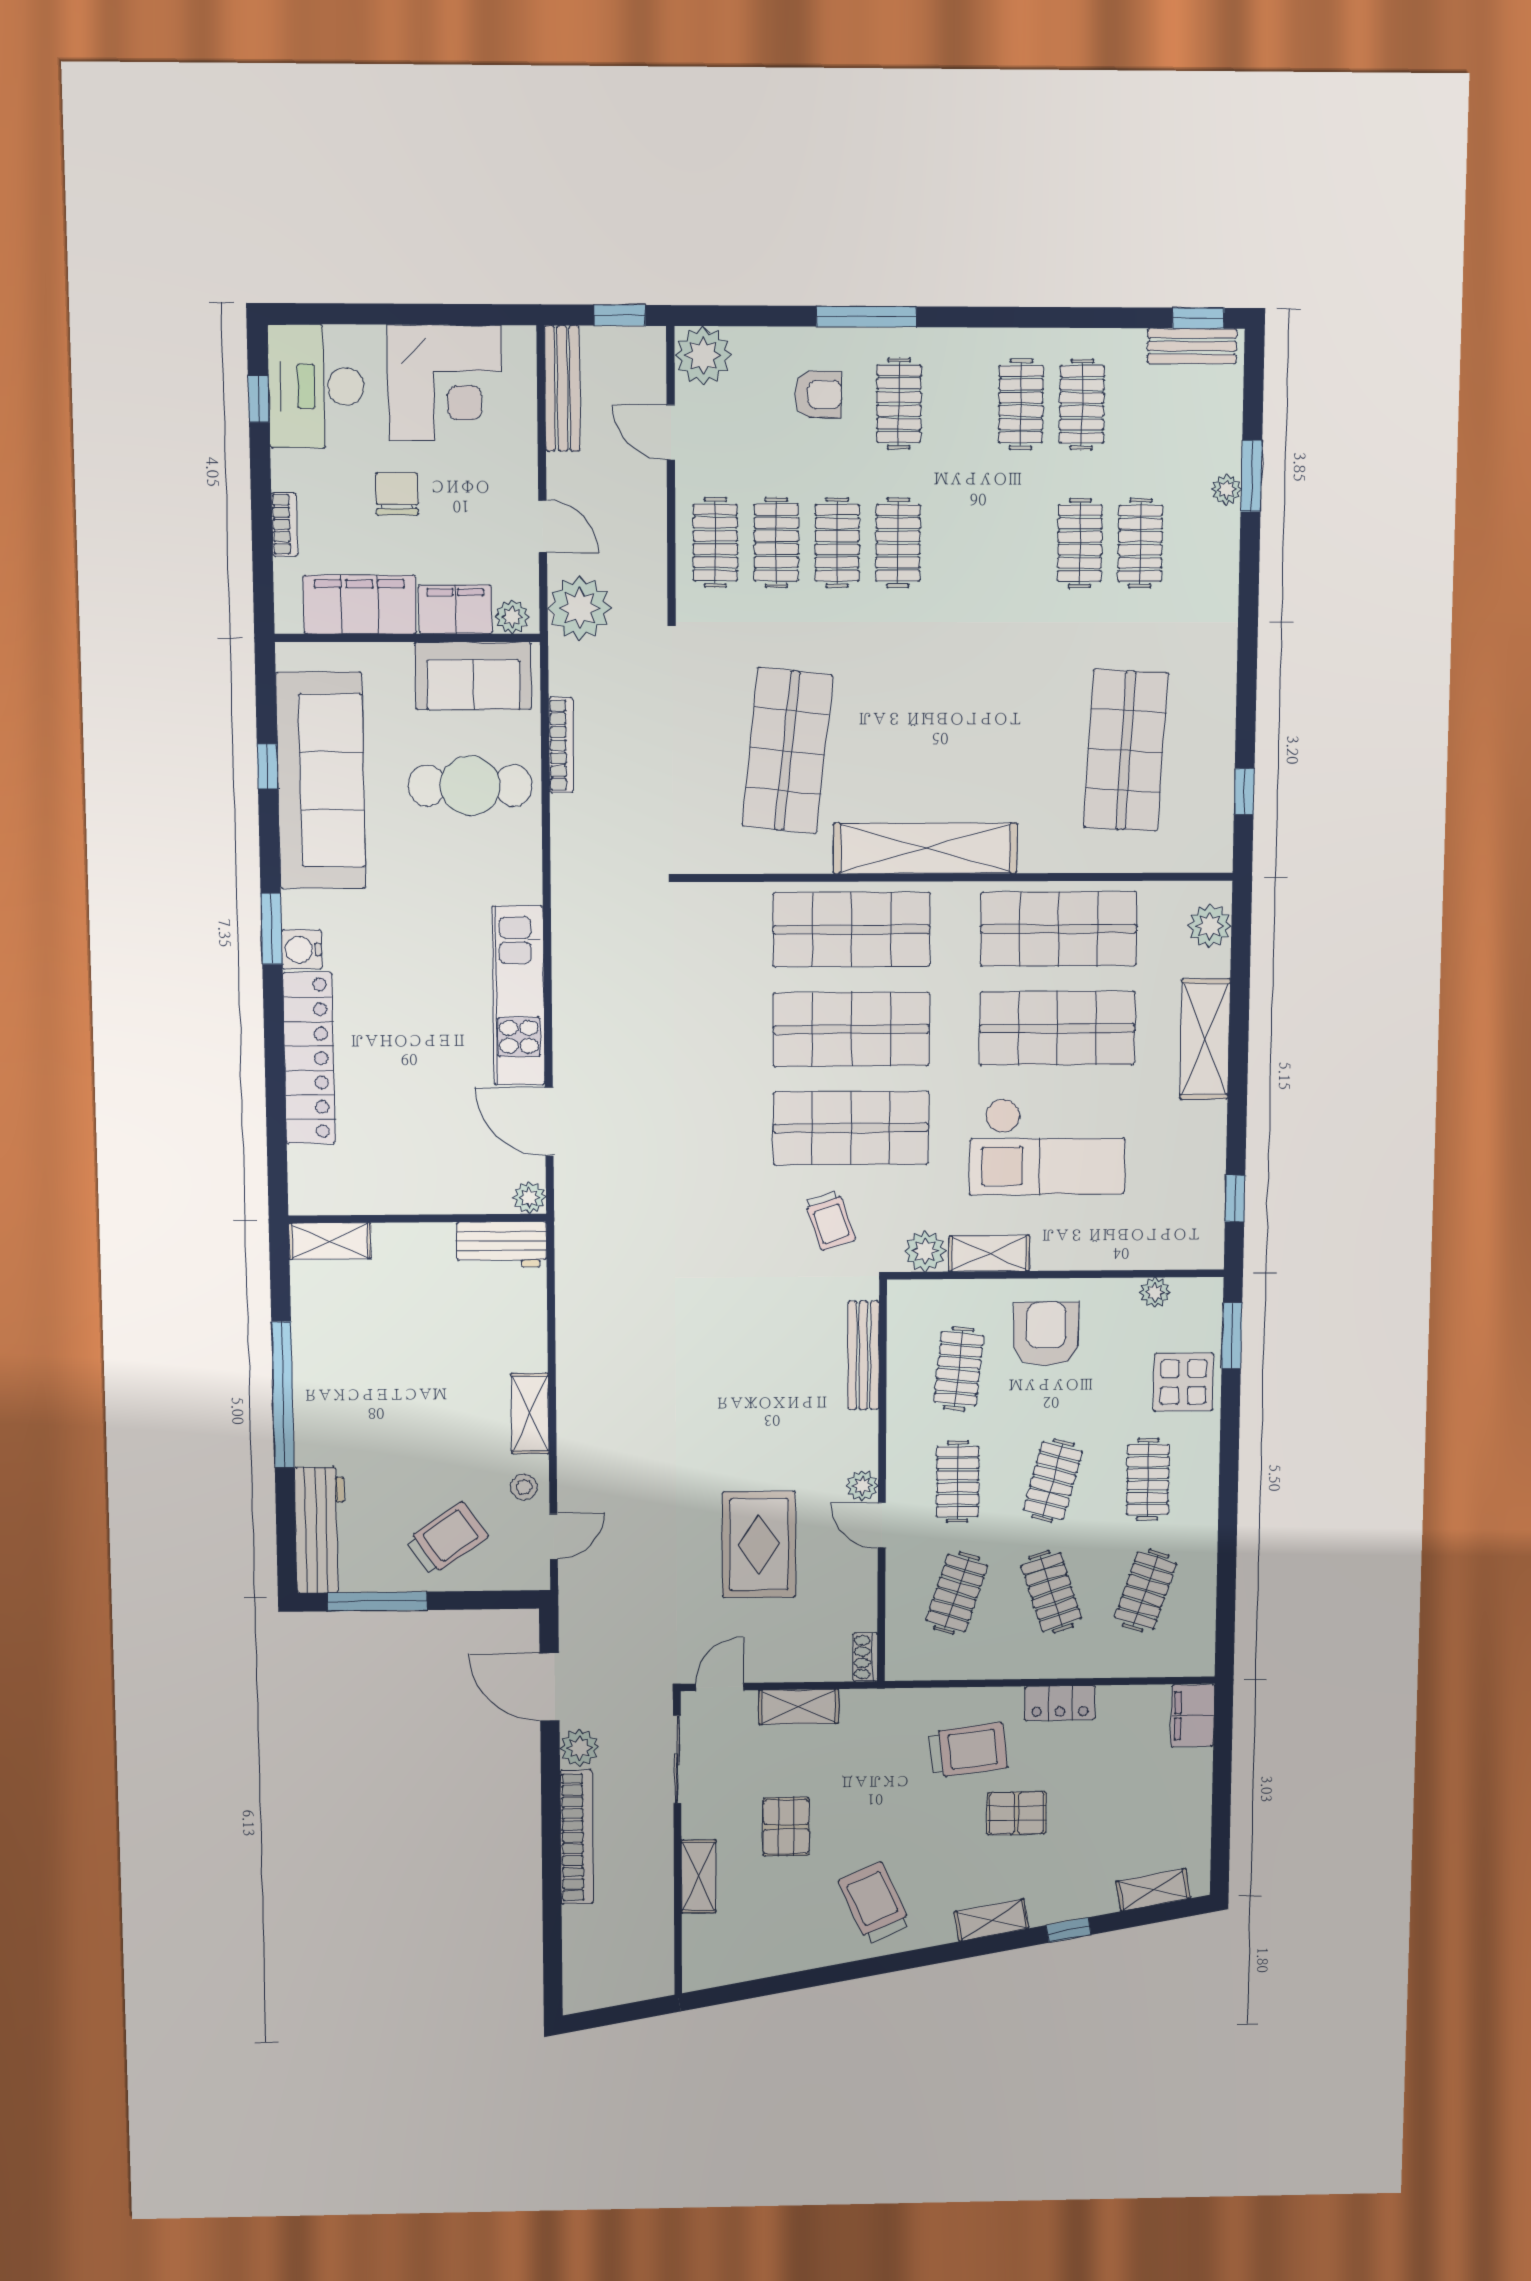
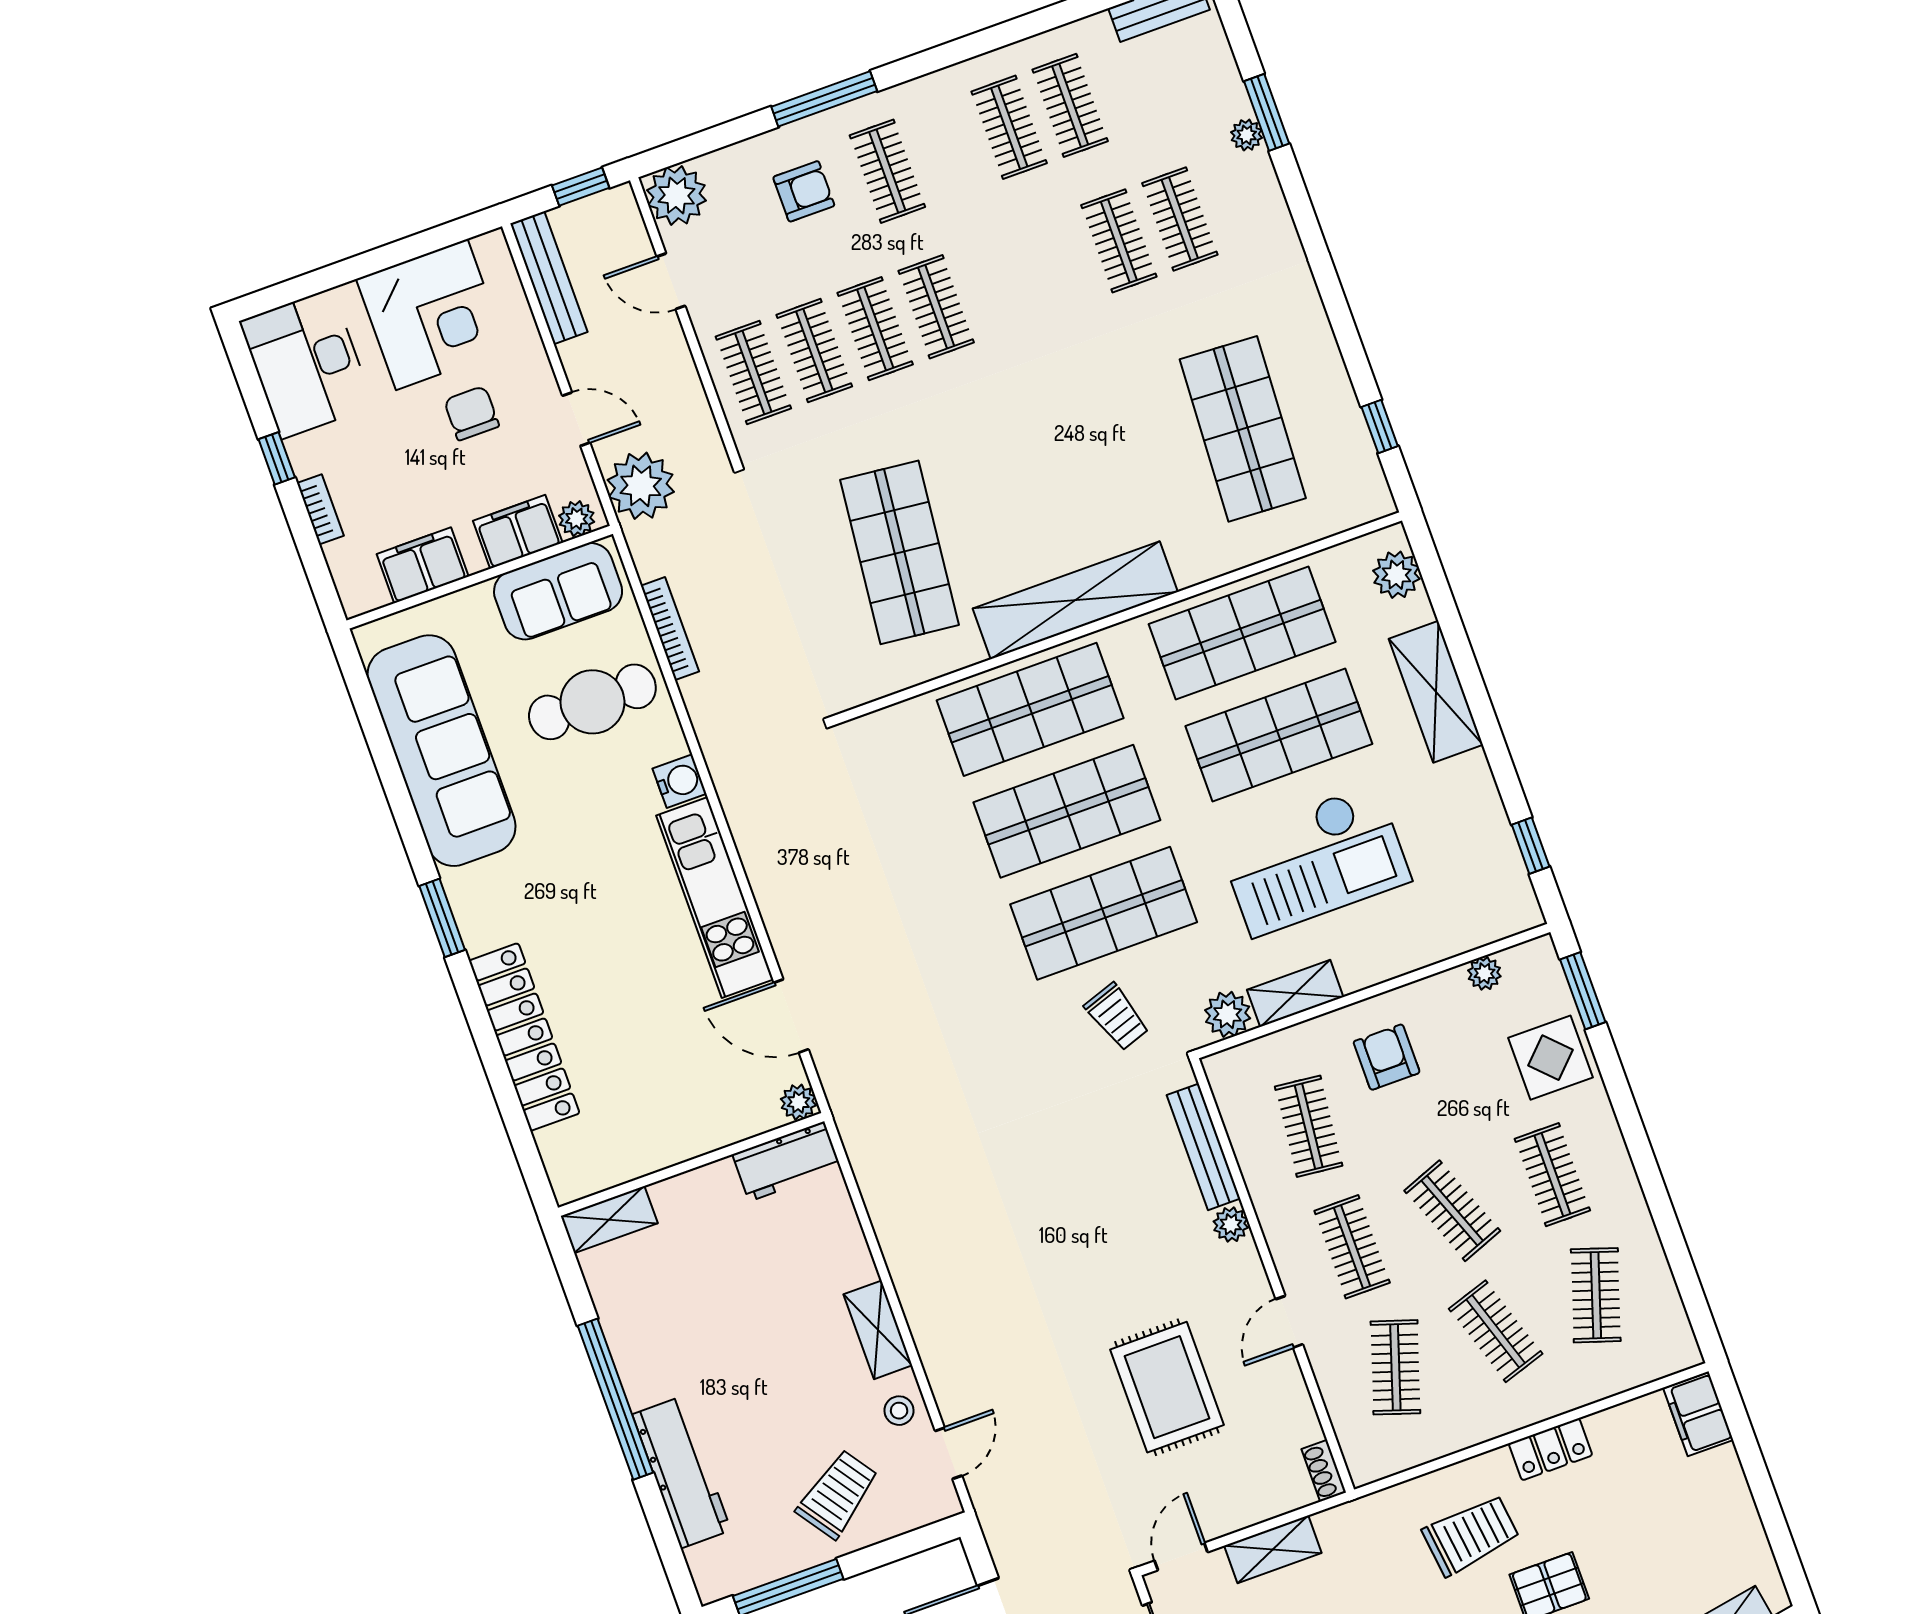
window: (259, 399) -> (277, 458), moved
chair: (397, 494) -> (472, 413), moved
filing cabinet: (360, 604) -> (423, 565), width x0.67, depth x0.86
window: (268, 766) -> (384, 755), removed
water cooler: (302, 950) -> (679, 781), moved, turned 180
armchair: (1046, 1334) -> (1387, 1057), width x0.72, depth x0.72
clothes rail: (1053, 1481) -> (1452, 1211), turned -36
plant: (862, 1486) -> (1231, 1224), moved
door: (882, 1525) -> (1289, 1322), hinge flipped
workbench: (320, 1530) -> (682, 1472), moved

